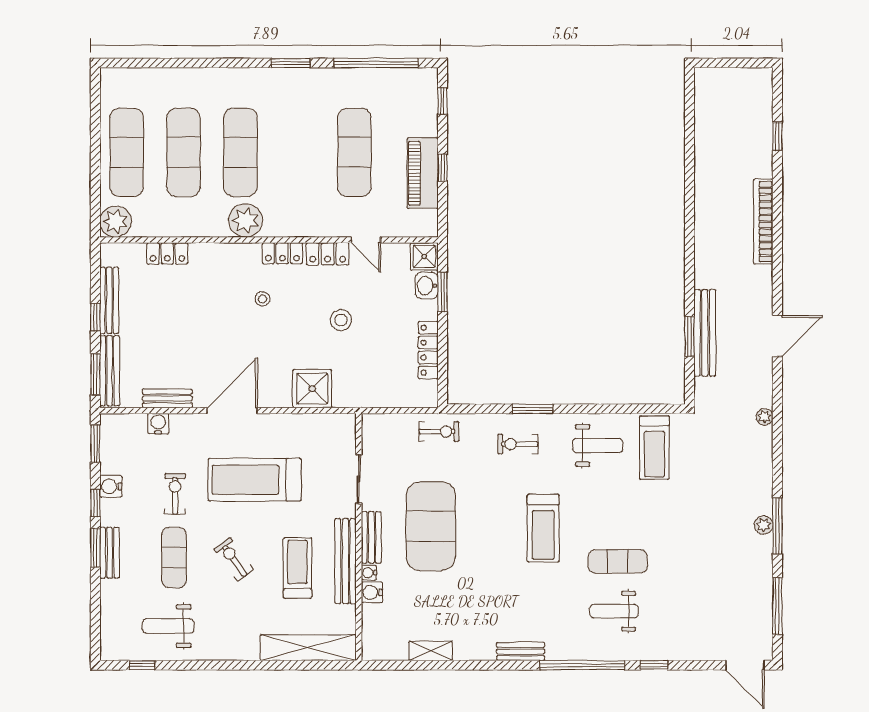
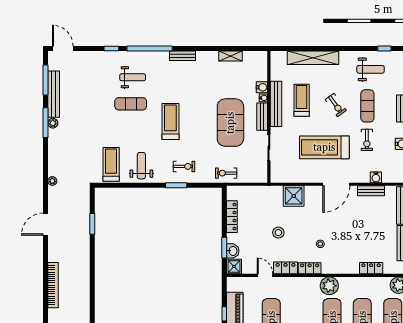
bench: (705, 333) -> (54, 94), moved
weight bench: (598, 445) -> (141, 166), turned 90
treadmill: (255, 480) -> (324, 147), turned 180
treadmill: (297, 568) -> (302, 100), turned 180
shelving: (308, 648) -> (313, 58), moved

